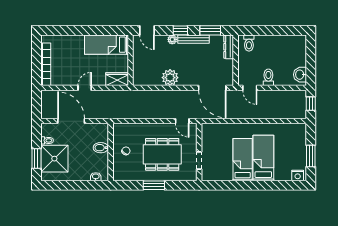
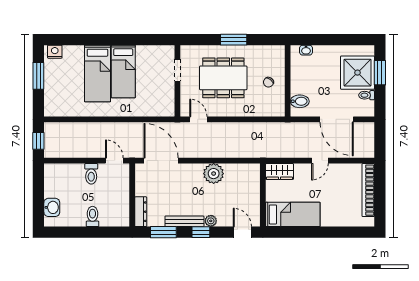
toilet: (249, 43) -> (93, 216), moved
washbasin: (300, 75) -> (52, 207), moved
bidet: (101, 148) -> (300, 101), moved

